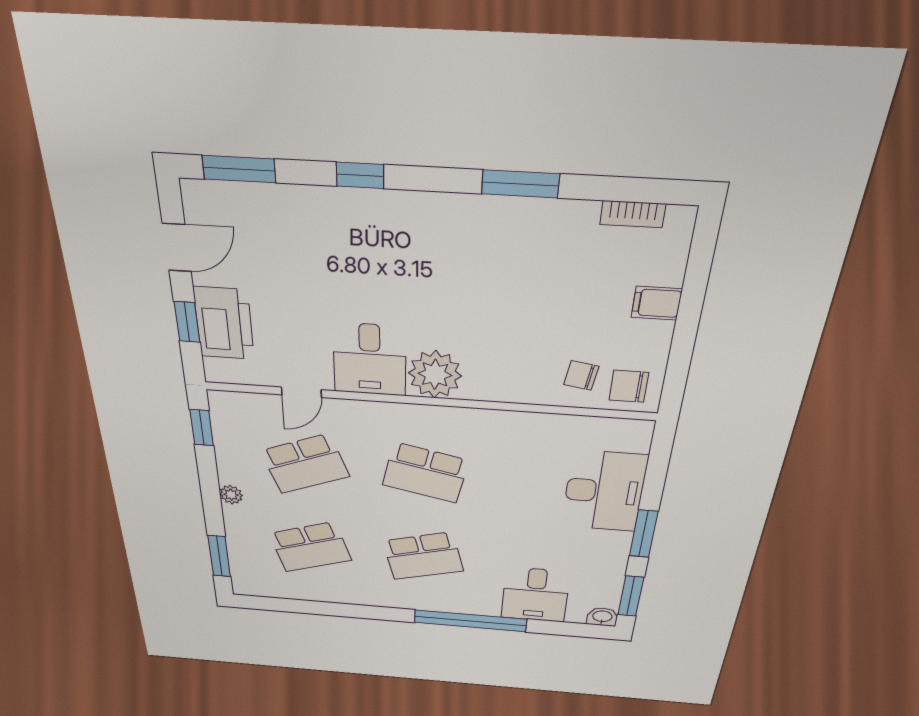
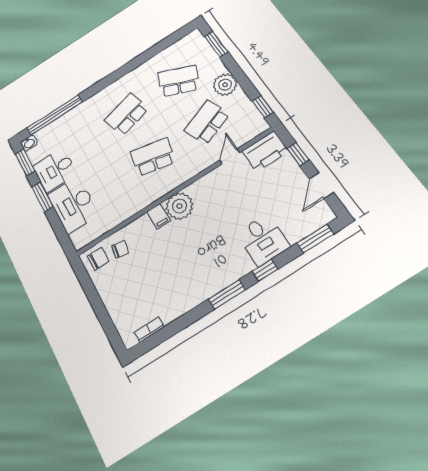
window: (520, 184) -> (227, 294), moved
filing cabinet: (657, 303) -> (159, 216), moved, turned 90
printer: (224, 323) -> (265, 151), moved, turned -90
desk: (370, 359) -> (263, 240), moved, turned 180
plant: (231, 495) -> (225, 85), width x1.87, depth x1.87
school desk: (310, 547) -> (178, 81), turned 42
desk: (535, 595) -> (55, 170), moved, turned -90
window: (470, 621) -> (55, 115), moved

